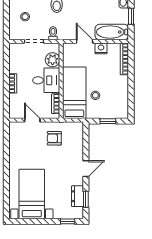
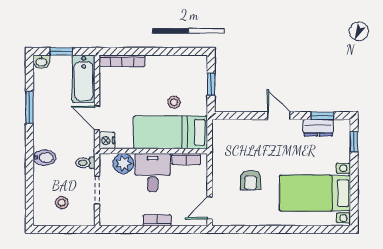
door: (84, 41) -> (97, 118), hinge flipped
nightstand: (101, 48) -> (107, 140), moved
door: (32, 120) -> (210, 208), moved
armchair: (54, 138) -> (251, 180), moved

